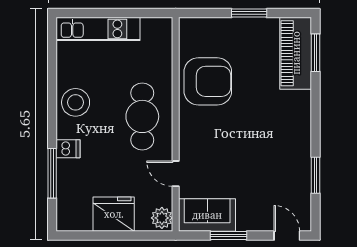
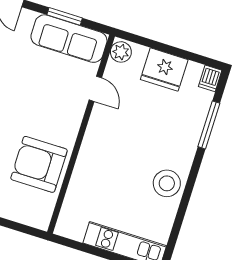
cafe table: (142, 116) -> (109, 151), removed
dishwasher: (68, 149) -> (210, 78), moved, turned -90
sofa: (207, 215) -> (69, 39), width x1.36

